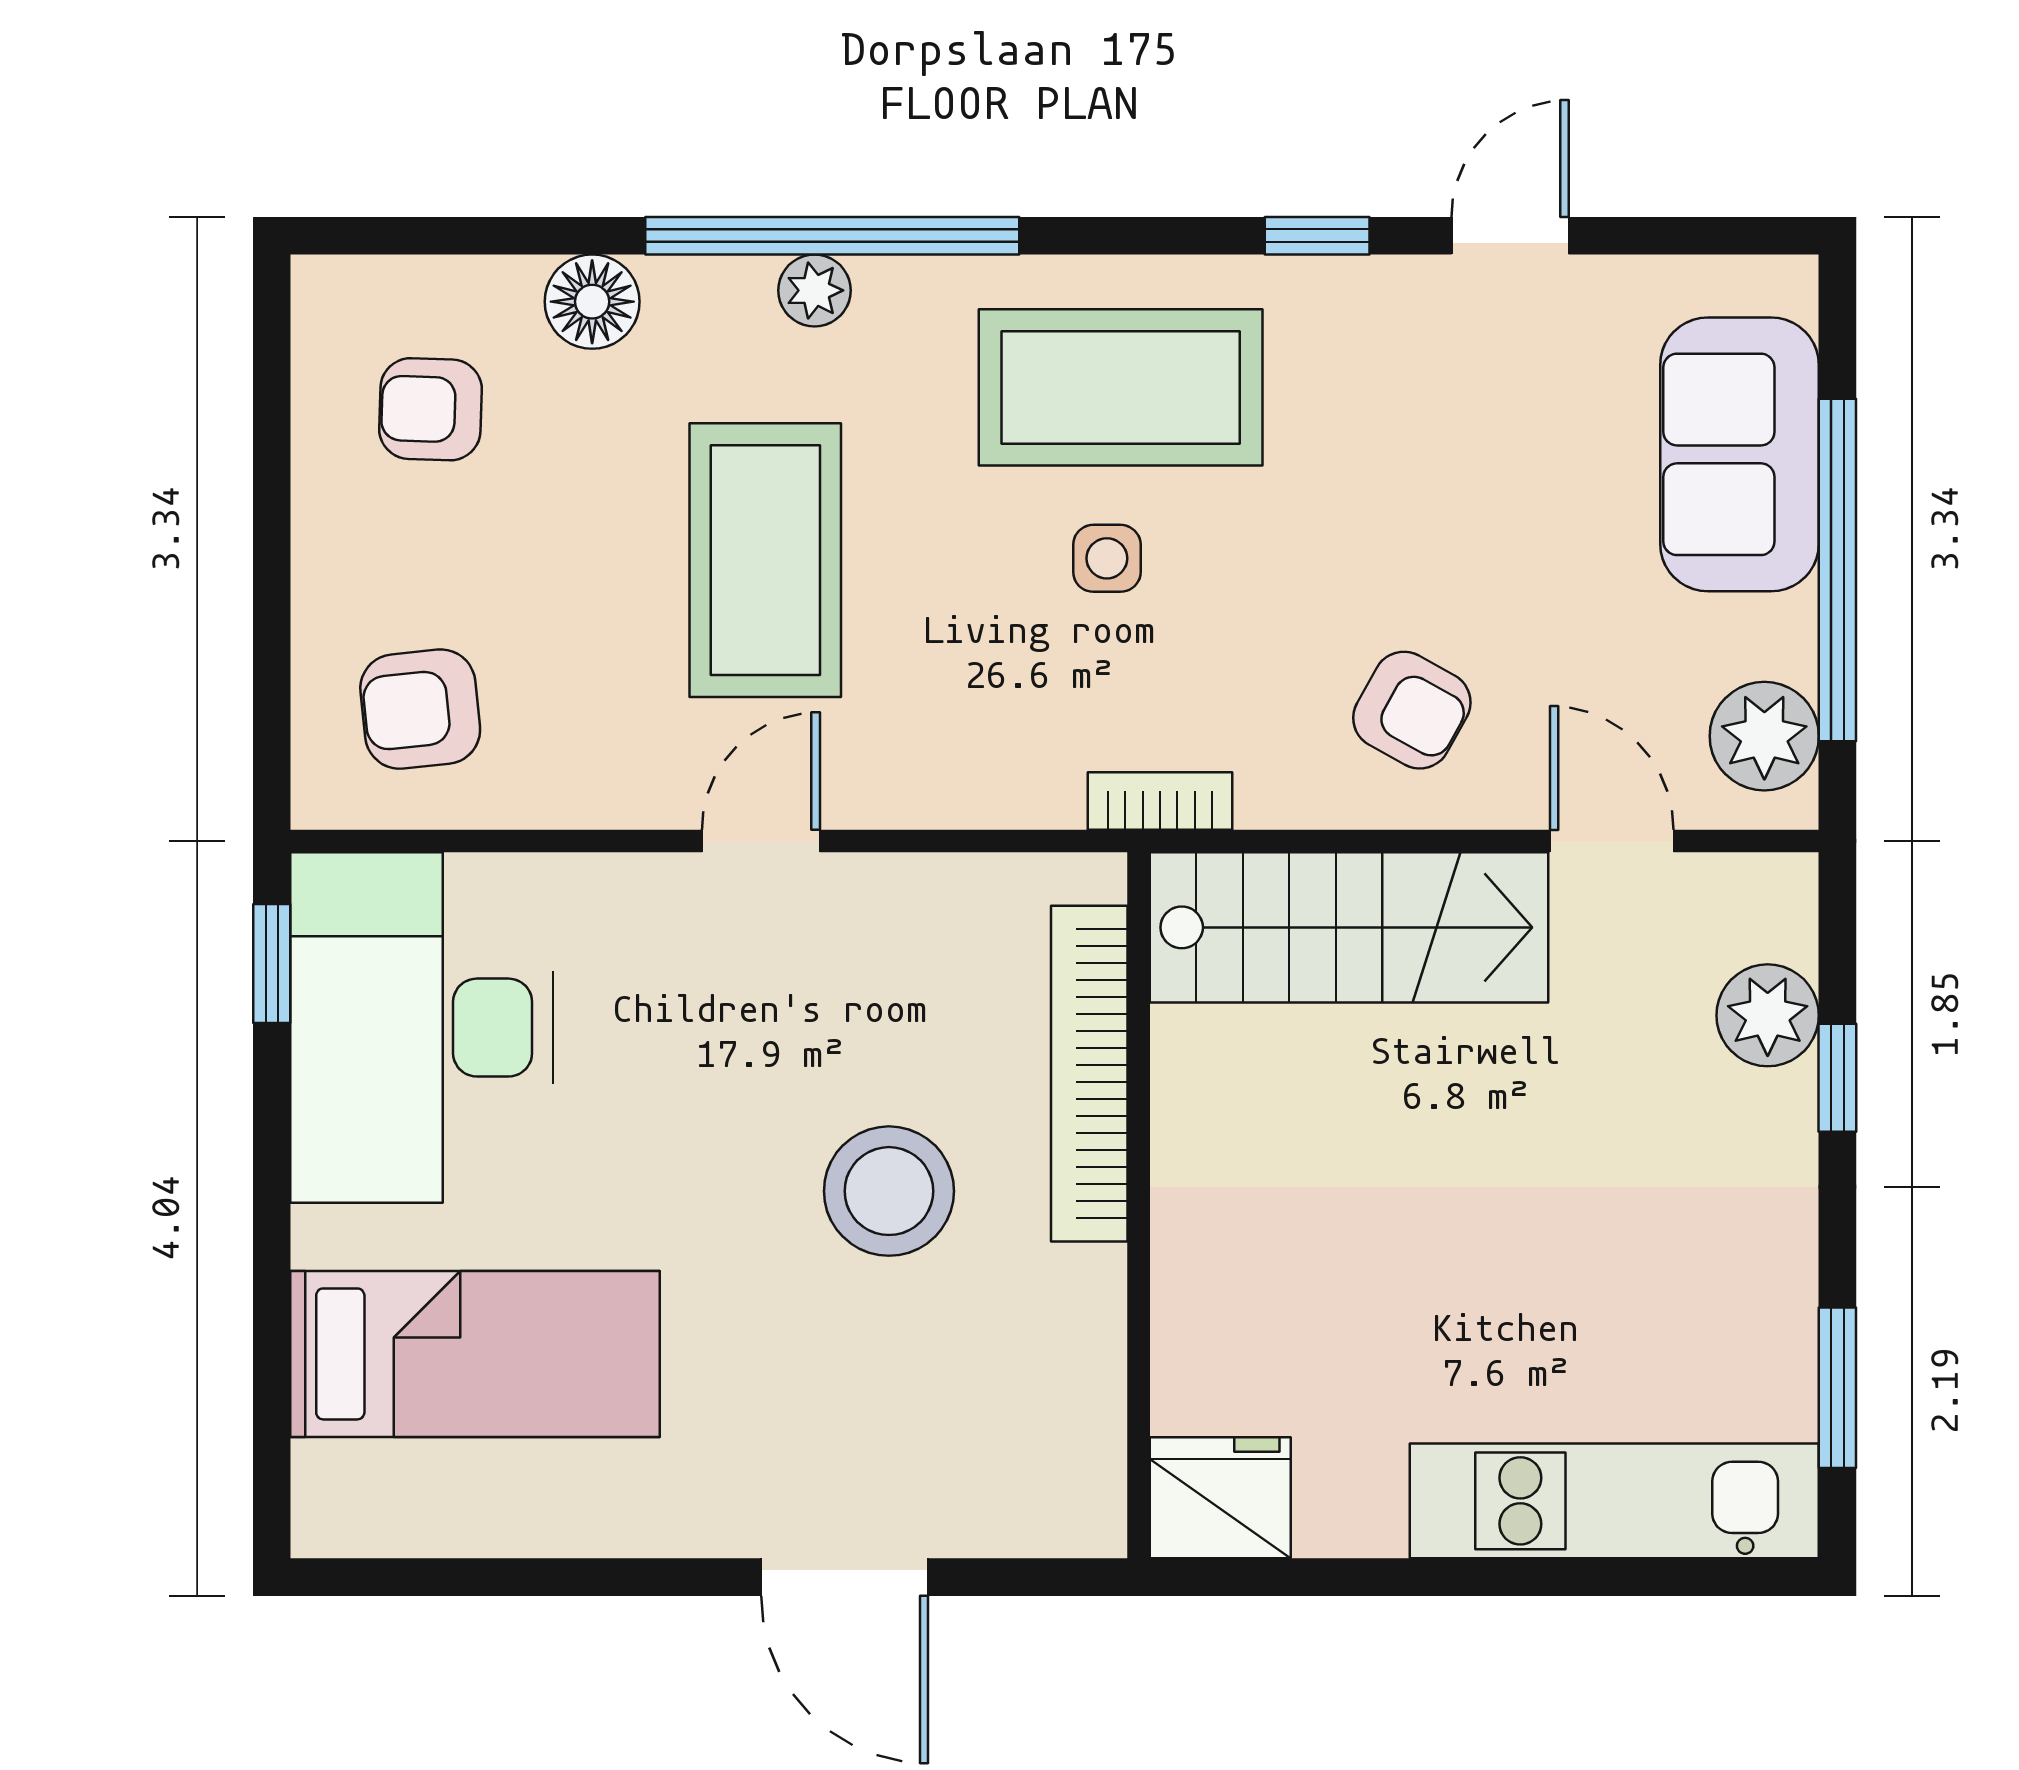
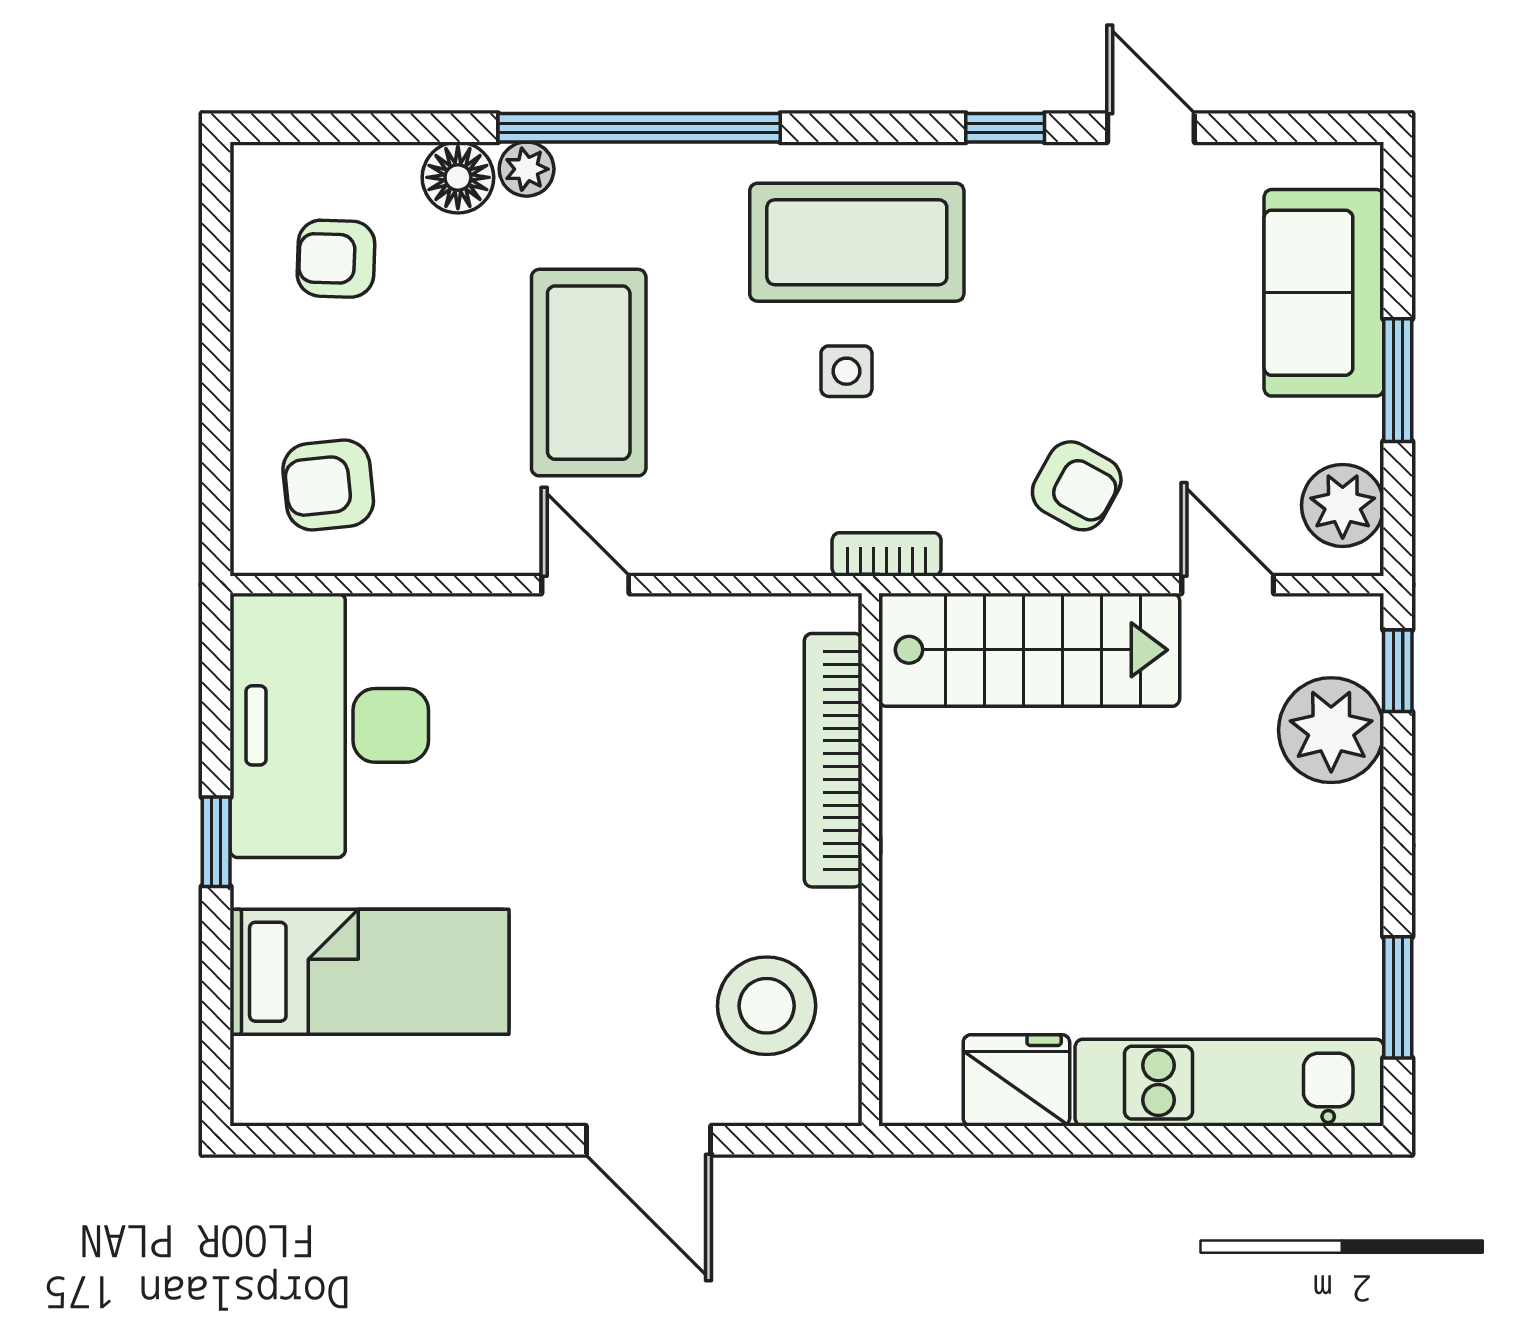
door: (1510, 236) -> (1151, 128), hinge flipped
plant: (815, 290) -> (527, 169), moved
window: (1837, 570) -> (1398, 380), width x0.47
door: (761, 841) -> (585, 585), hinge flipped
window: (272, 963) -> (216, 842), moved
plant: (1768, 1015) -> (1331, 730), width x1.36, depth x1.36
window: (1837, 1078) -> (1398, 671), moved
stool: (889, 1191) -> (767, 1006), moved
fridge: (1220, 1498) -> (1016, 1080), moved

